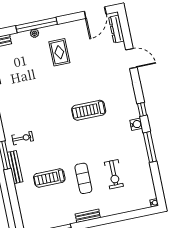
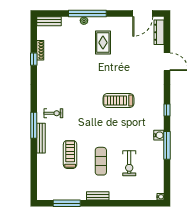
water cooler: (136, 124) -> (159, 135), moved
treadmill: (49, 178) -> (70, 154), turned 90

